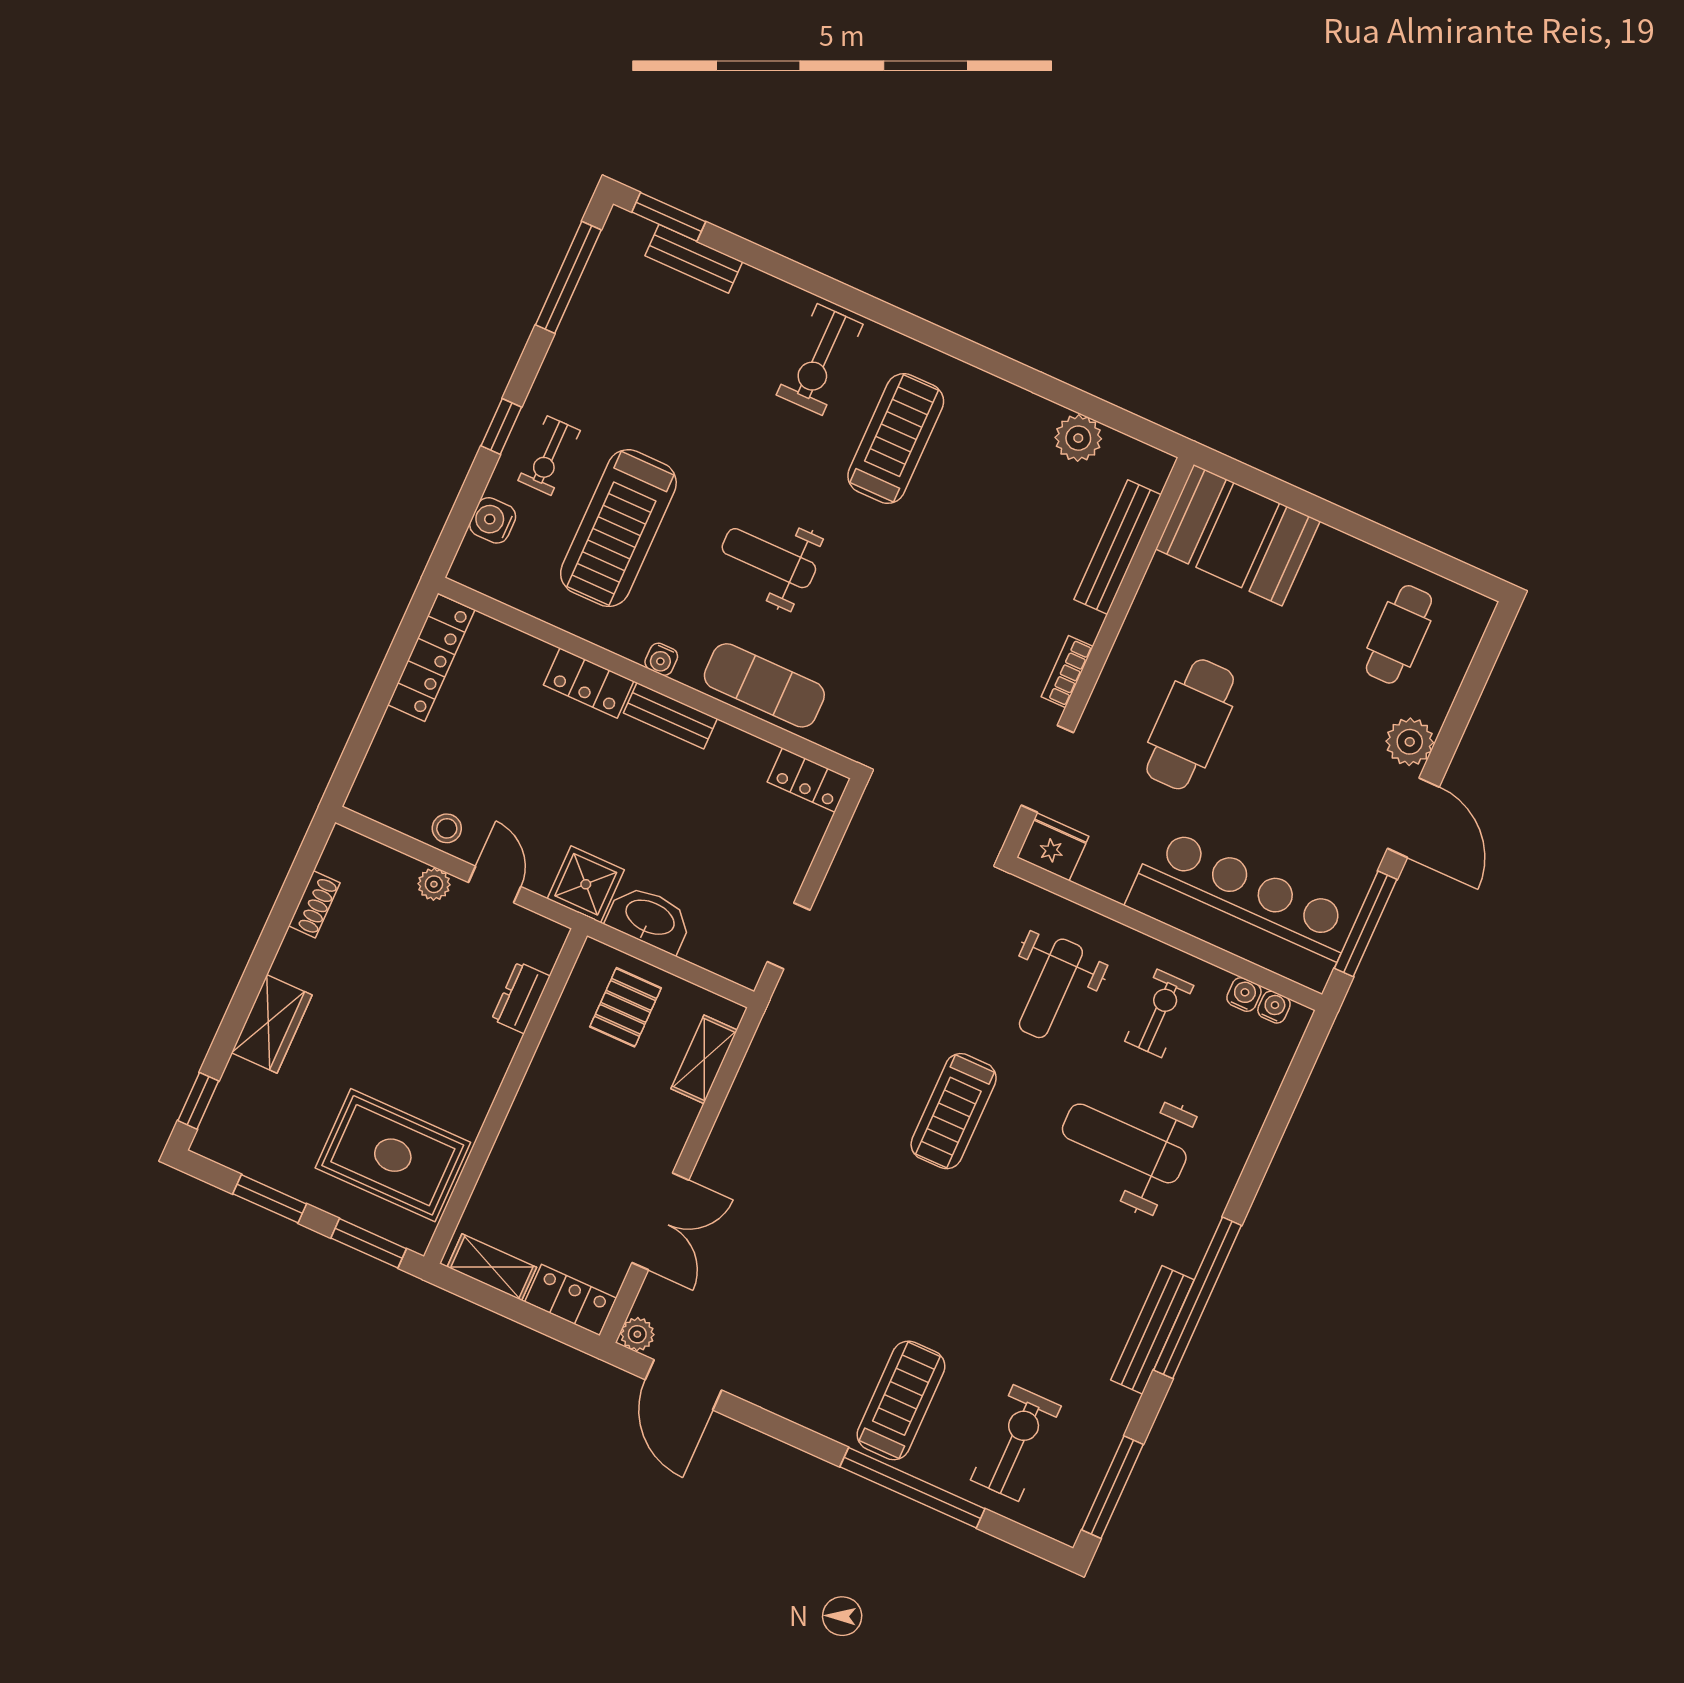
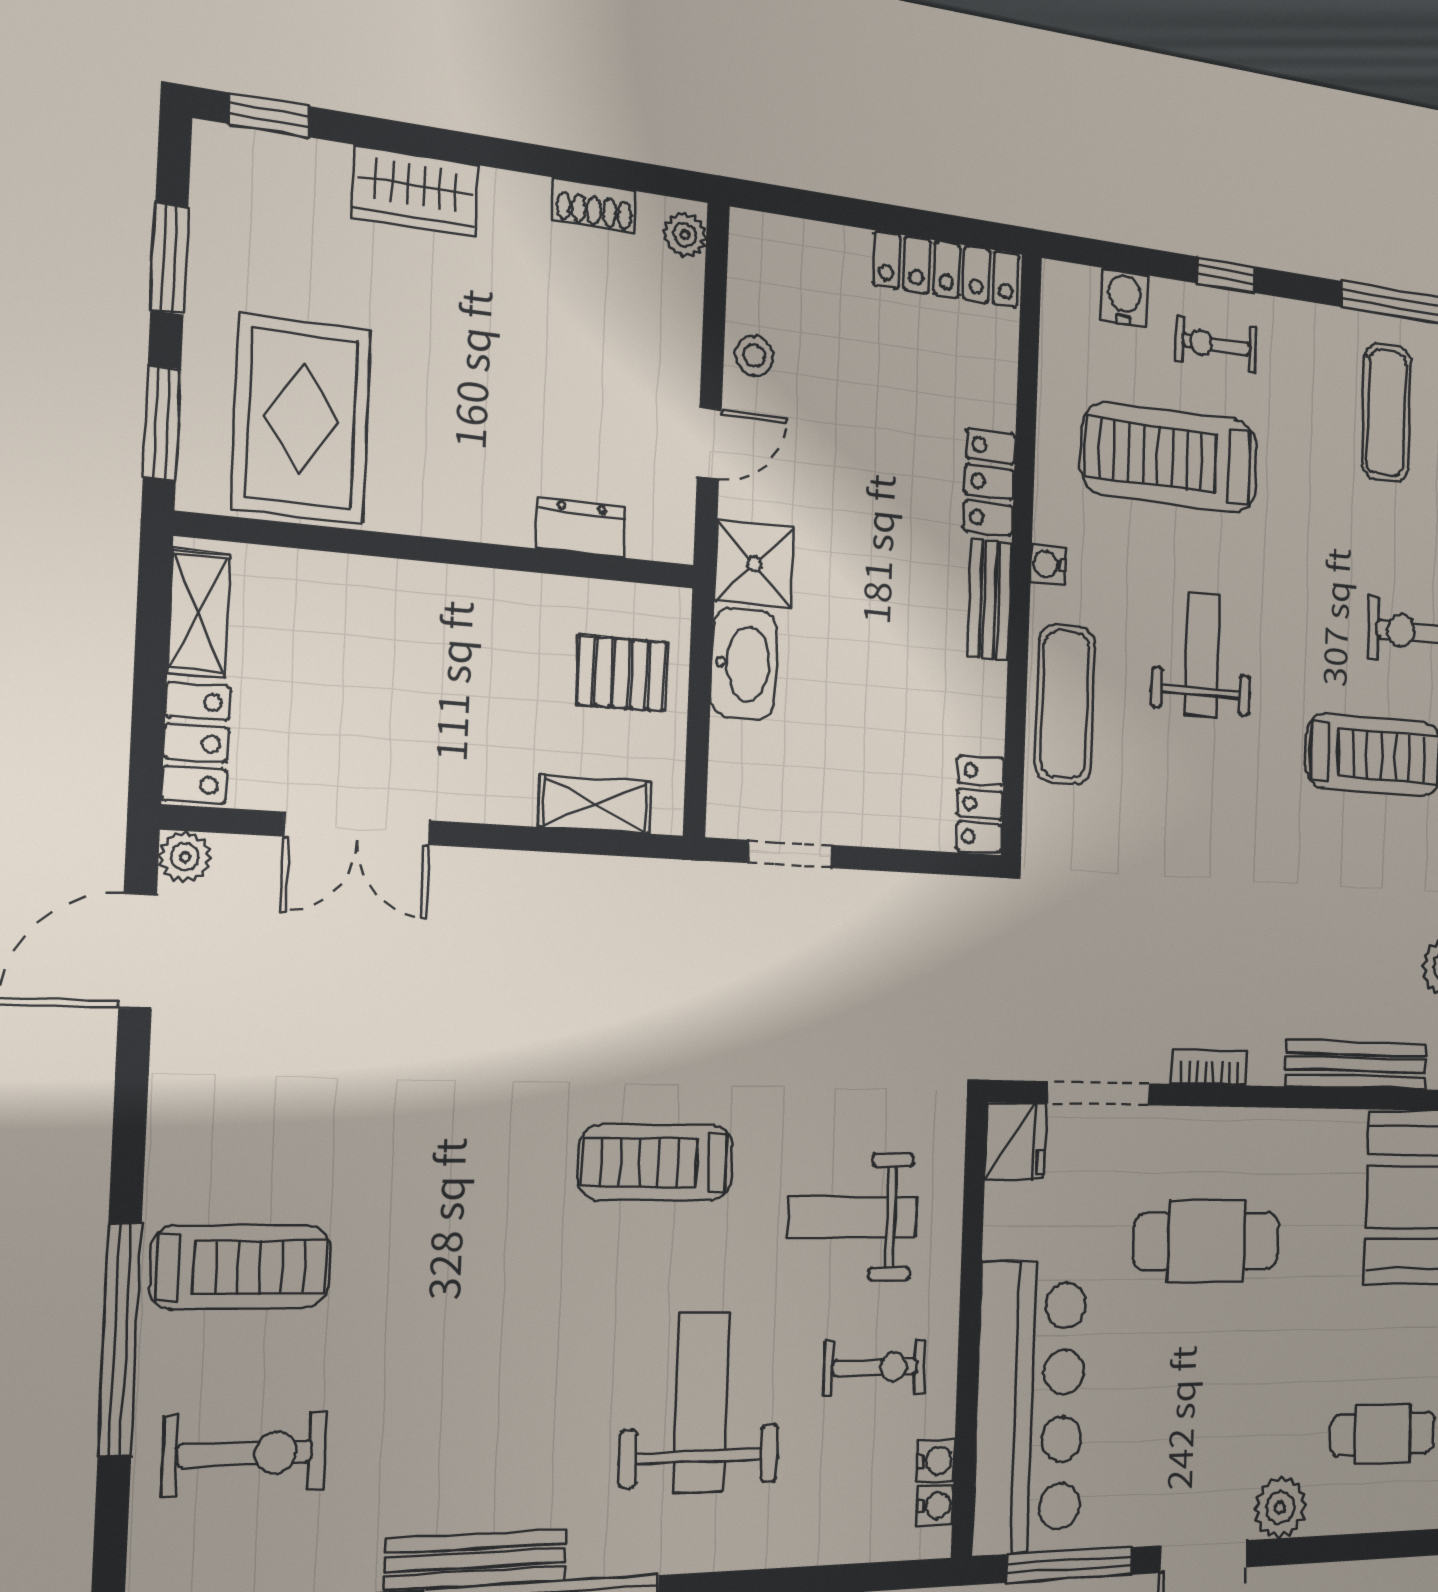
exercise mat: (645, 324) -> (1386, 413), added
plant: (434, 884) -> (685, 234), moved

